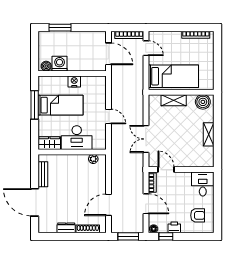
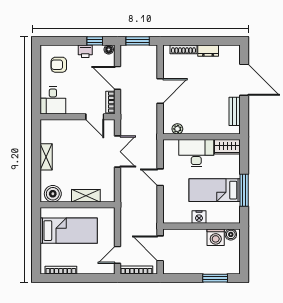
door: (146, 48) -> (117, 255), hinge flipped
bed: (173, 76) -> (69, 231), moved, turned 180
door: (108, 205) -> (160, 91), moved

